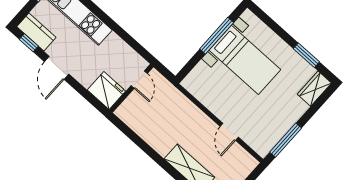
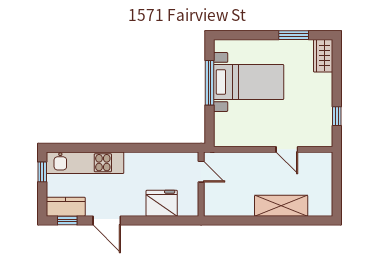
door: (139, 80) -> (201, 172), moved
wall: (131, 88) -> (201, 184), moved
window: (286, 140) -> (337, 116), width x0.46

